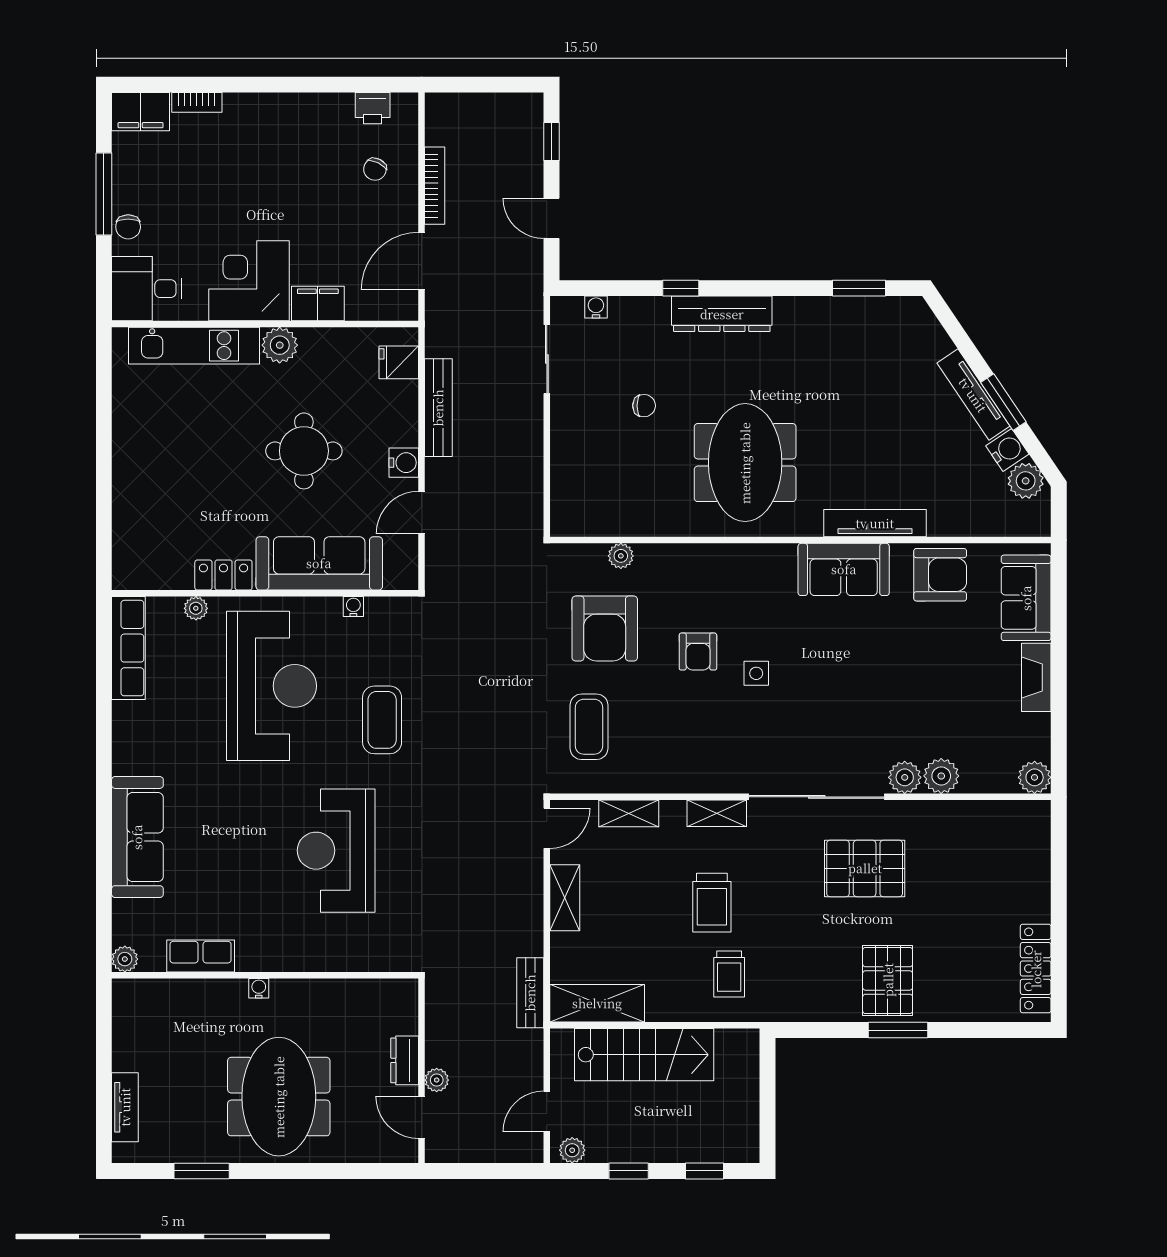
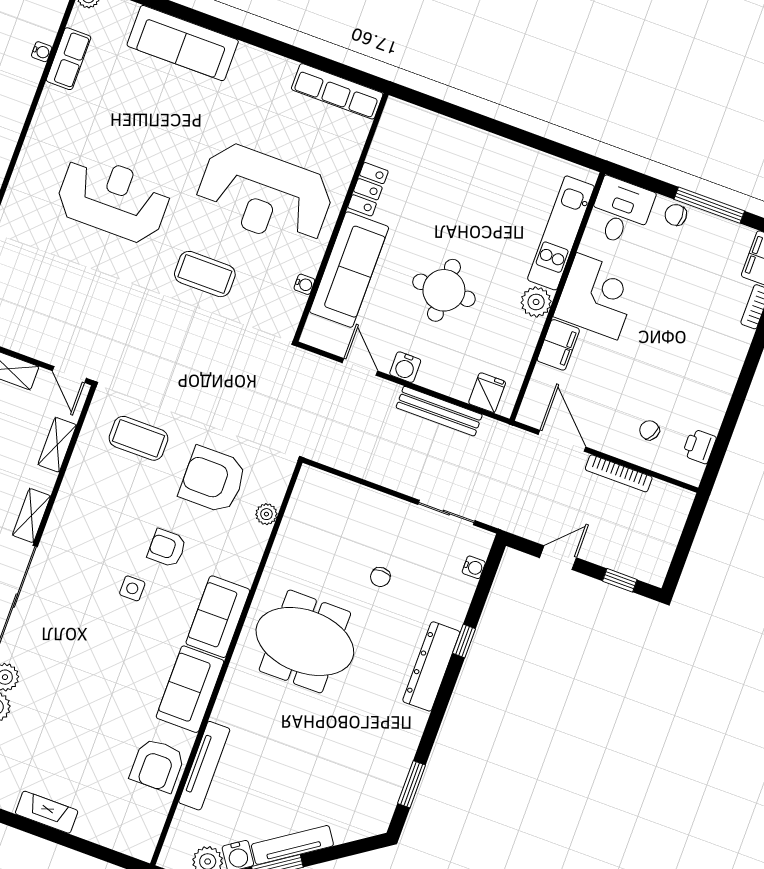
tv unit: (875, 523) -> (204, 766), moved
sofa: (1026, 598) -> (218, 617), moved, turned -90
plant: (196, 608) -> (349, 157), removed
water cooler: (259, 988) -> (42, 52), moved

